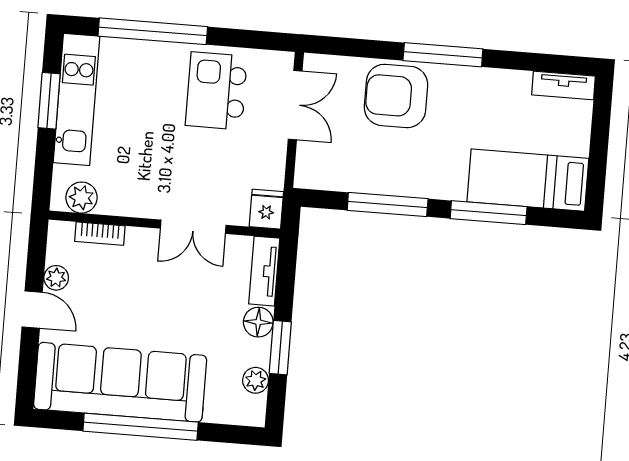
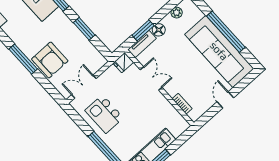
kitchen island: (216, 91) -> (104, 114), turned 90
plant: (81, 198) -> (177, 120), removed
window: (388, 205) -> (84, 29), width x0.69
plant: (56, 278) -> (209, 103), removed
window: (280, 348) -> (143, 30), moved

